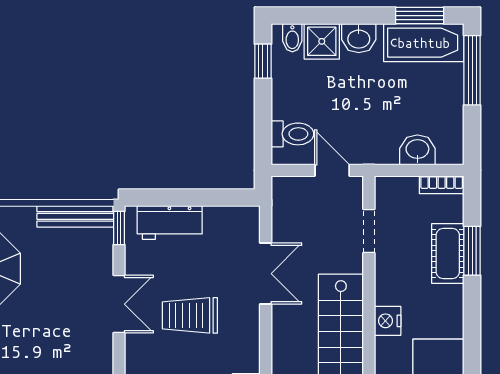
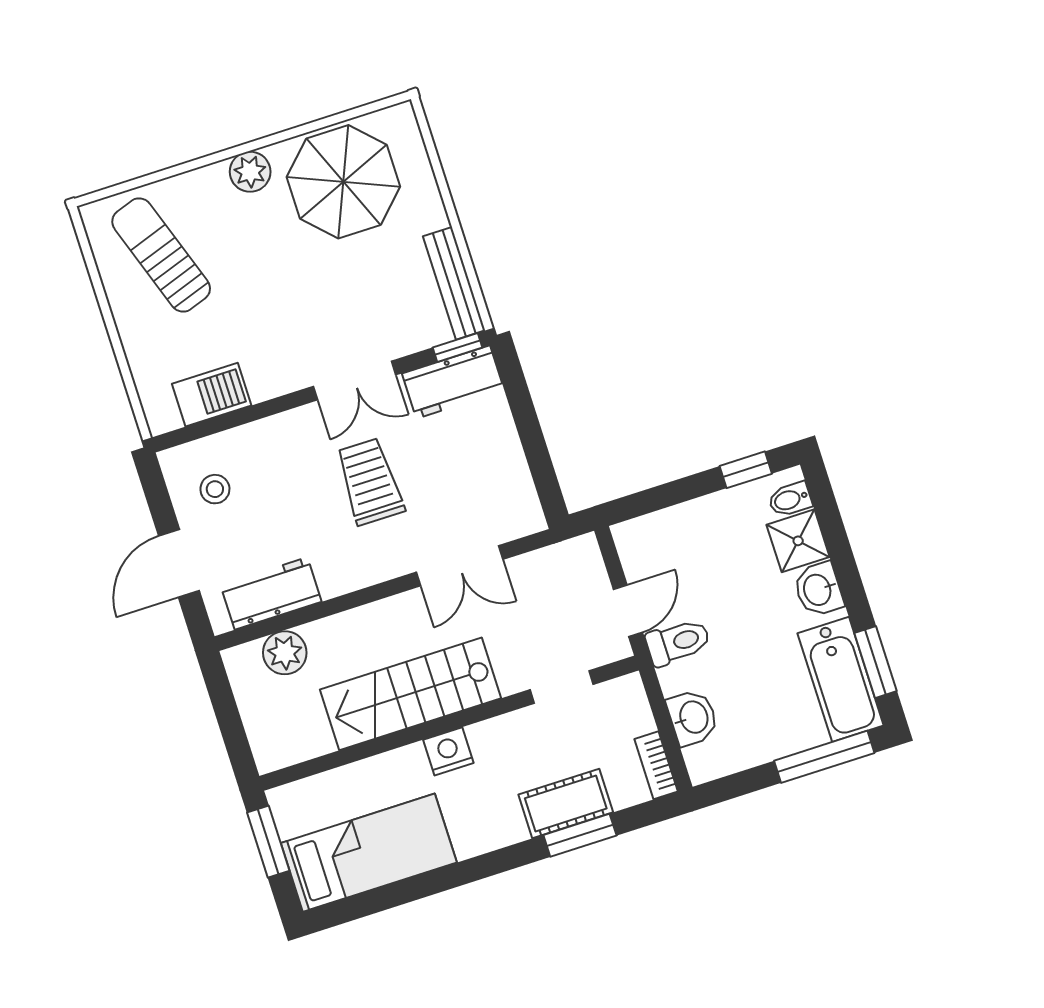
toilet: (292, 134) -> (678, 642), moved, turned -90
workbench: (170, 222) -> (453, 382), moved, turned -90

